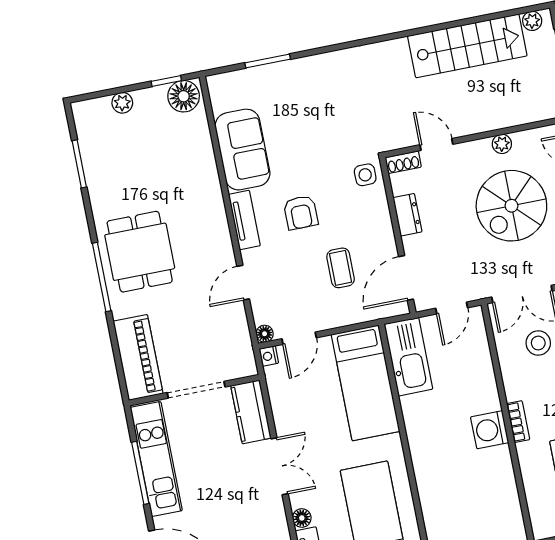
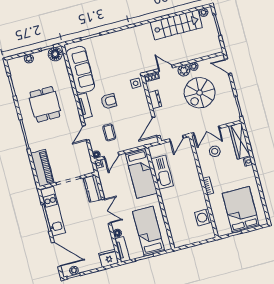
sofa: (242, 150) -> (80, 70), width x1.36
plant: (478, 152) -> (184, 70), added
armchair: (301, 212) -> (109, 101), turned -90
dining table: (140, 252) -> (45, 104), moved
coffee table: (341, 268) -> (109, 132), moved
kitchen sink: (408, 357) -> (162, 172), moved
washing machine: (490, 430) -> (203, 217), moved

